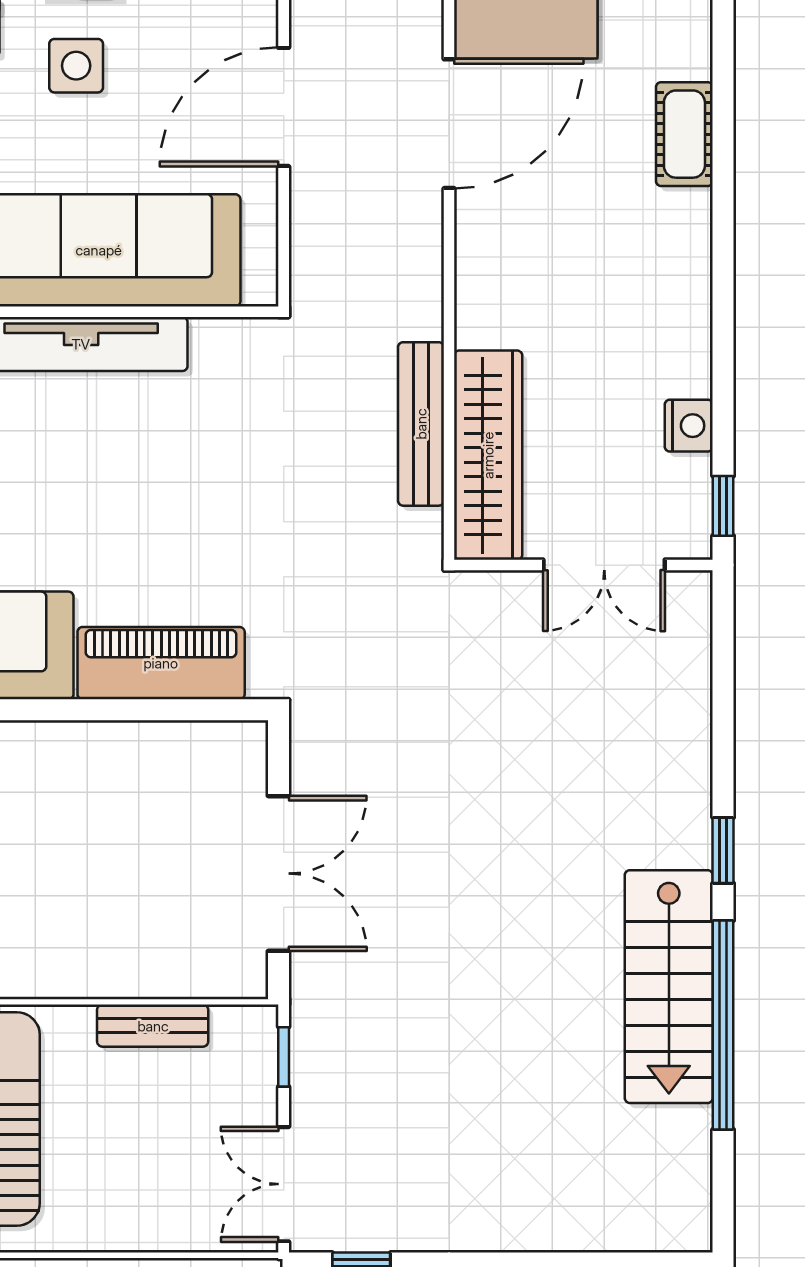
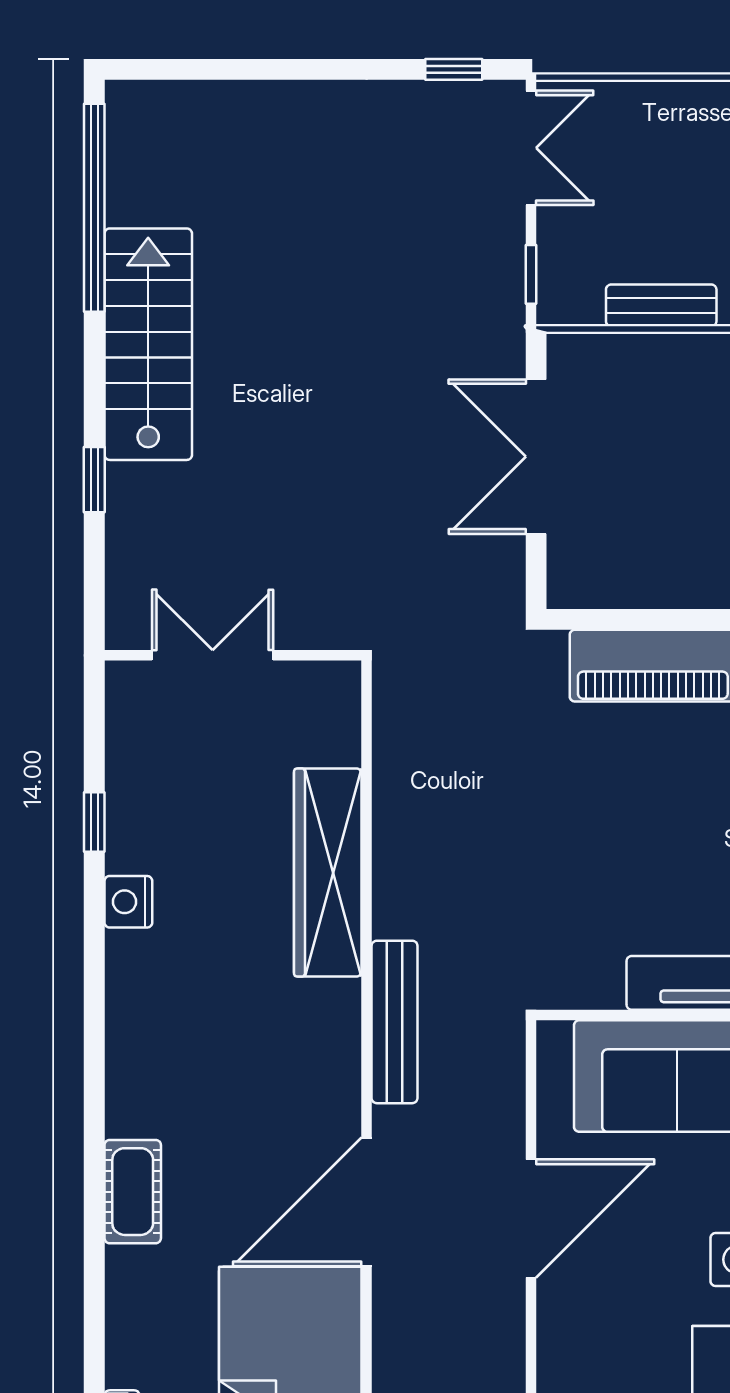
bench: (421, 424) -> (395, 1022), moved
wall: (583, 565) -> (233, 655), moved
double door: (604, 565) -> (213, 655), moved
window: (723, 1025) -> (94, 208), moved

